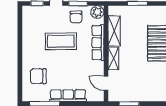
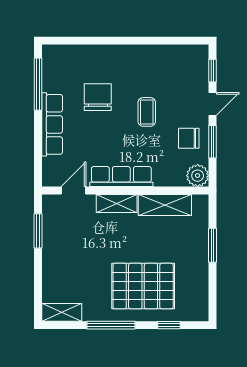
coffee table: (61, 41) -> (147, 112), width x0.54, depth x0.58
row of seats: (98, 43) -> (121, 177), moved
chair: (38, 76) -> (98, 97), moved

